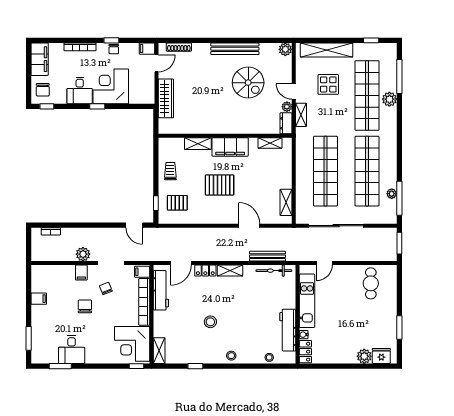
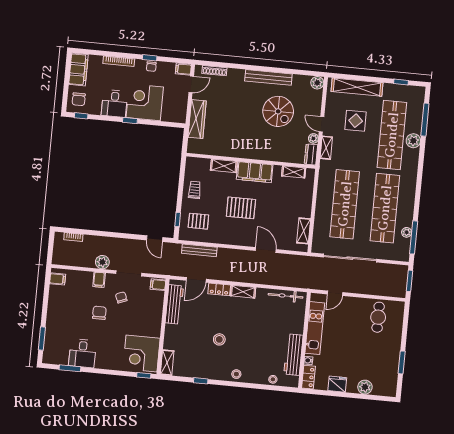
bench: (267, 256) -> (199, 250), moved
filing cabinet: (39, 299) -> (58, 279), moved
bookcase: (144, 302) -> (157, 314), removed
fridge: (381, 356) -> (337, 384), moved

